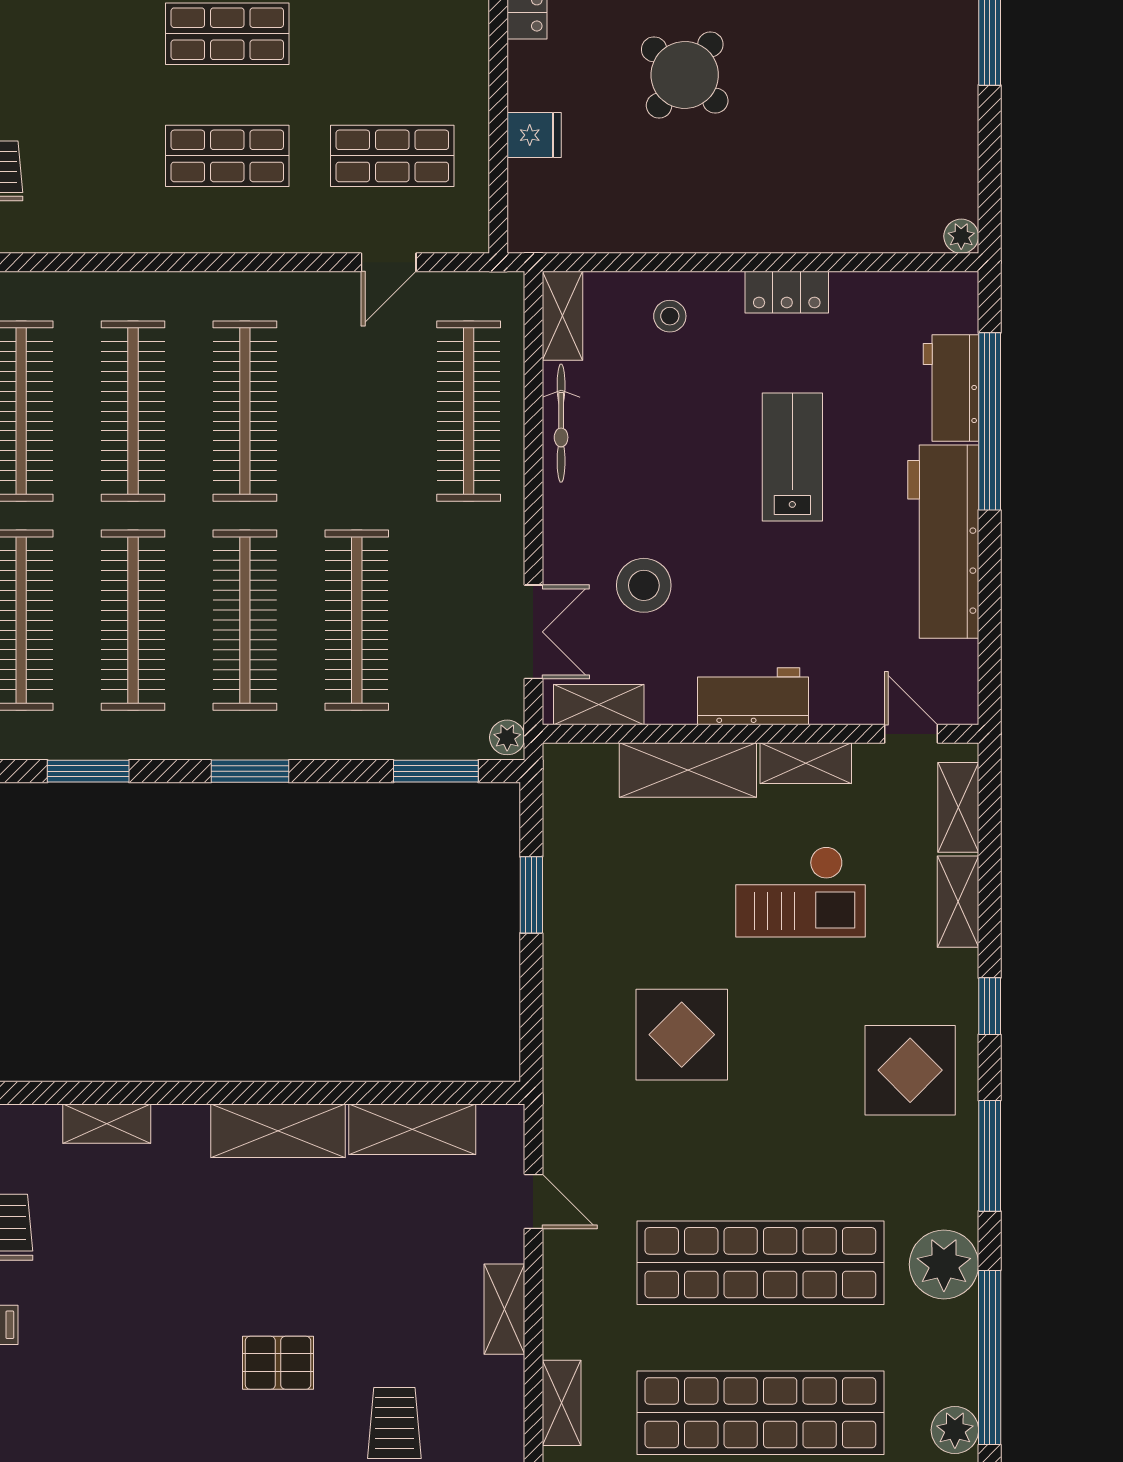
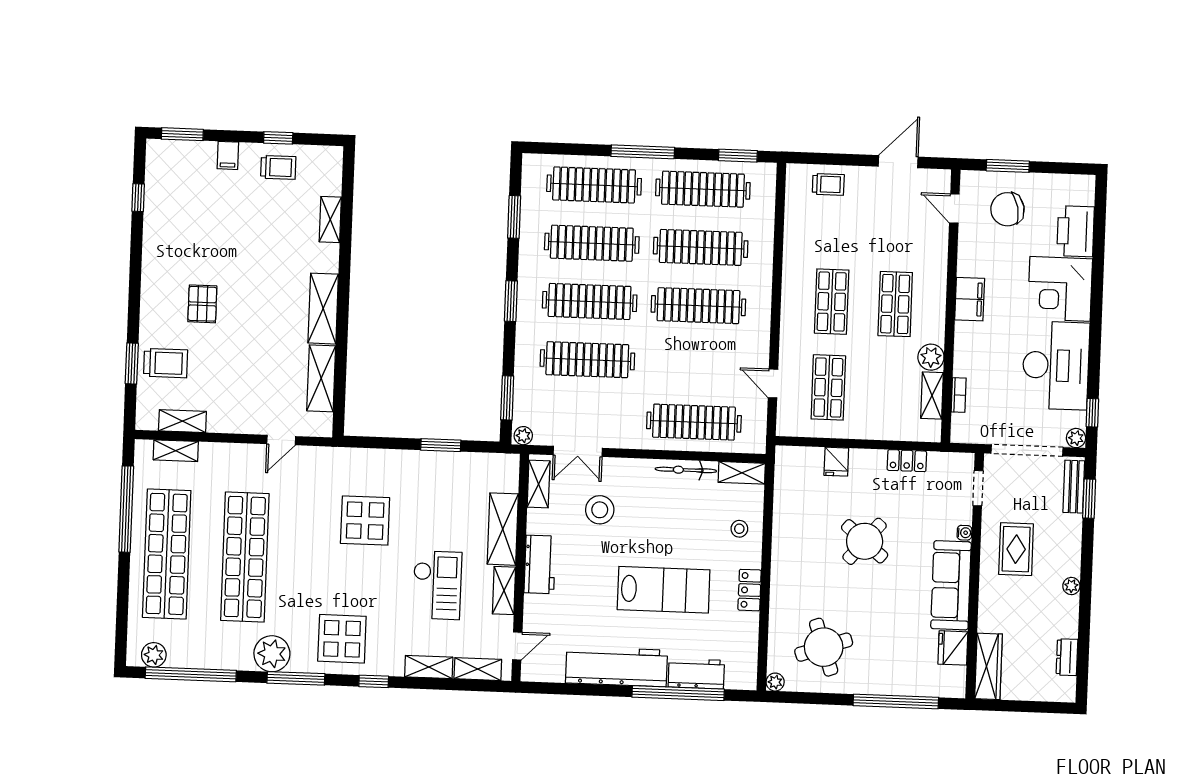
round table: (891, 146) -> (824, 647), added
lab bench: (792, 457) -> (664, 590), width x1.36, depth x1.39
checkout: (800, 892) -> (437, 585), turned 180
plant: (944, 1264) -> (272, 654), moved
shelving: (504, 1309) -> (182, 421), moved

